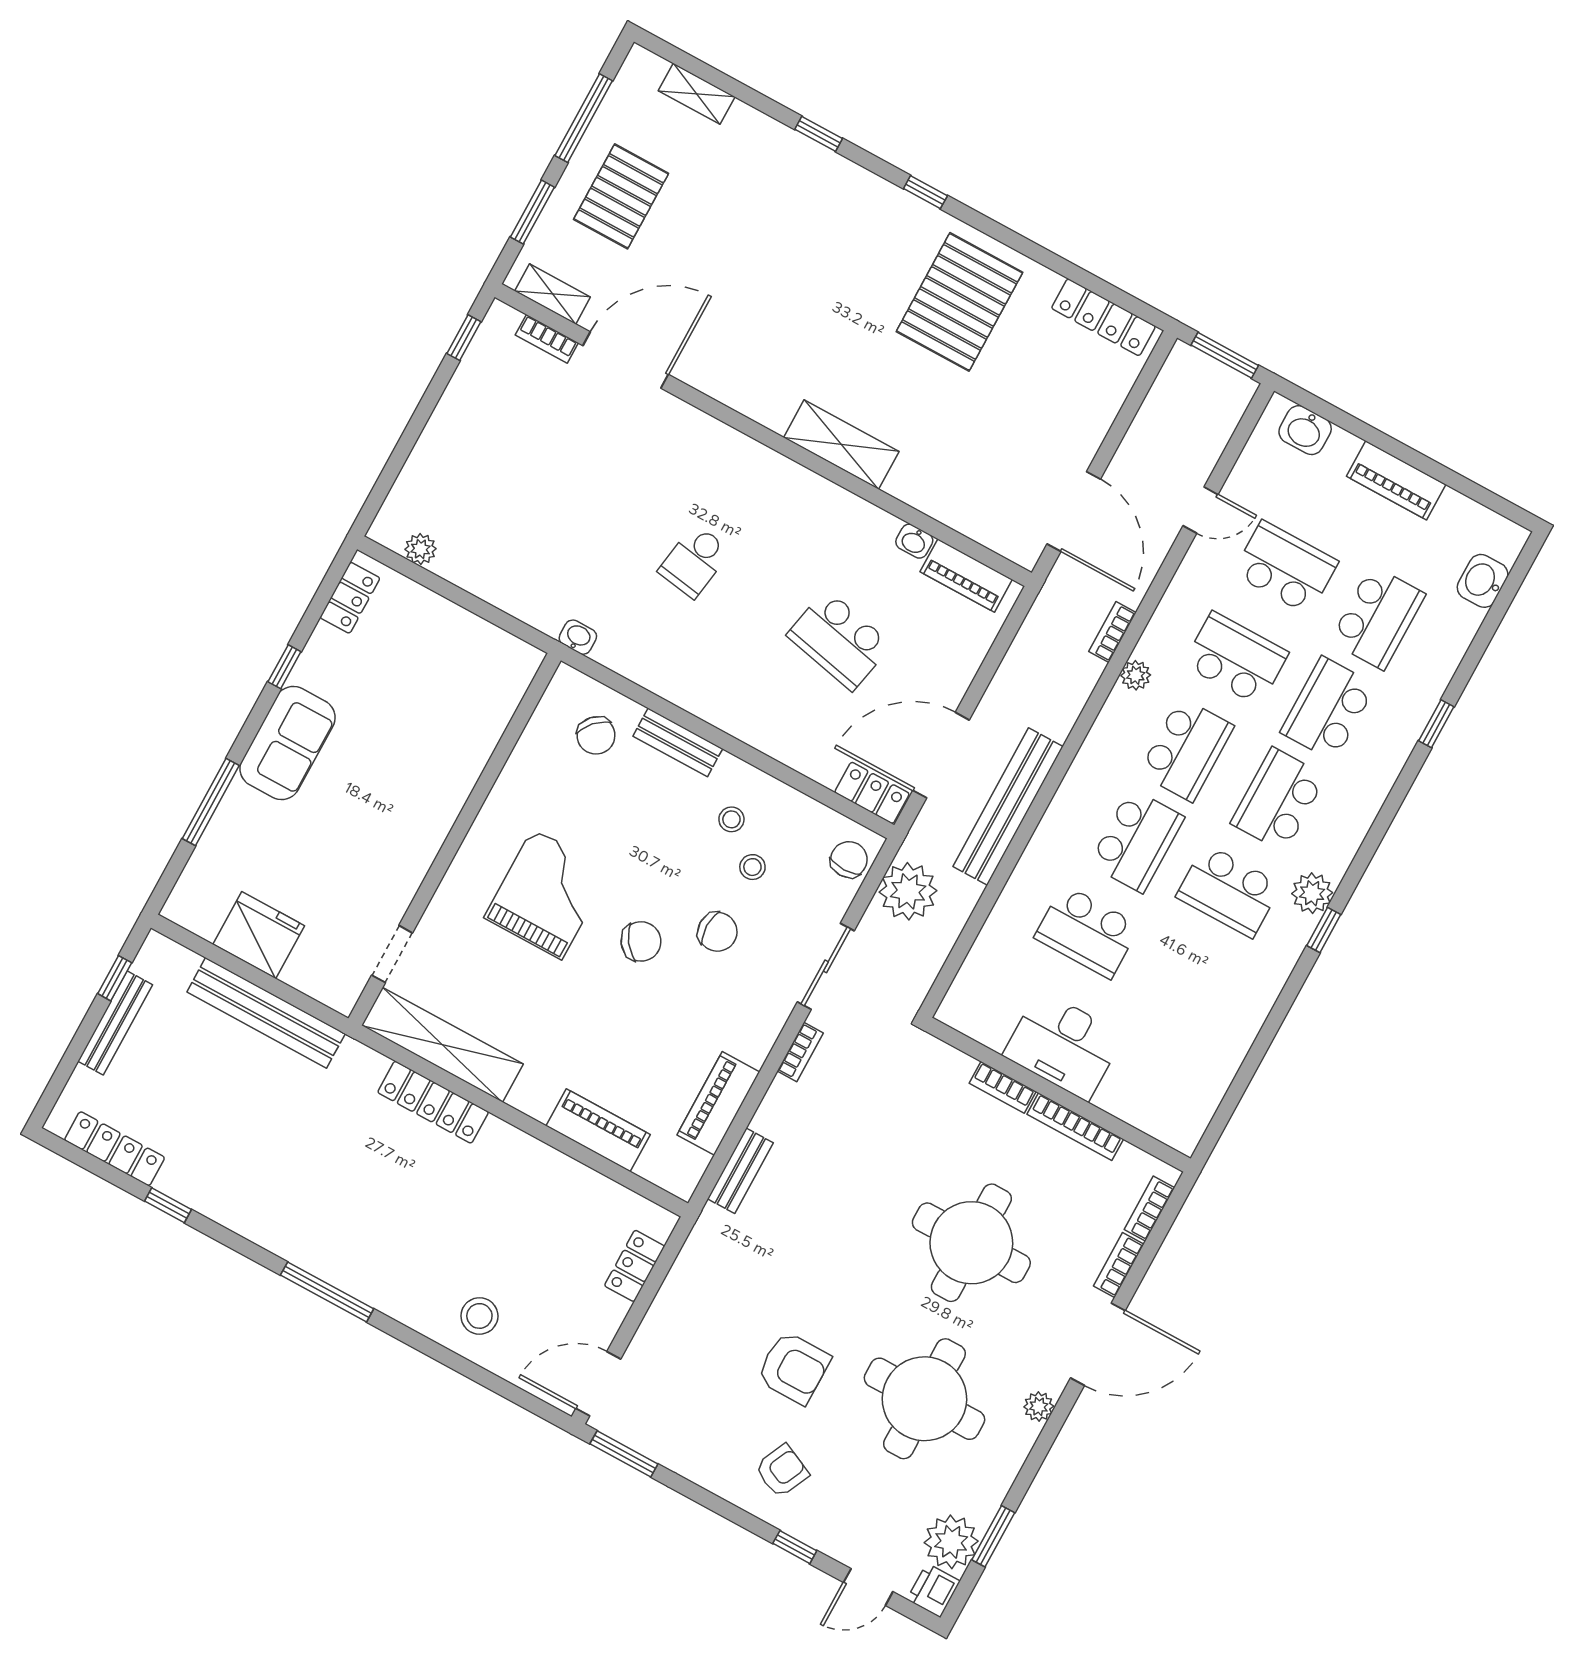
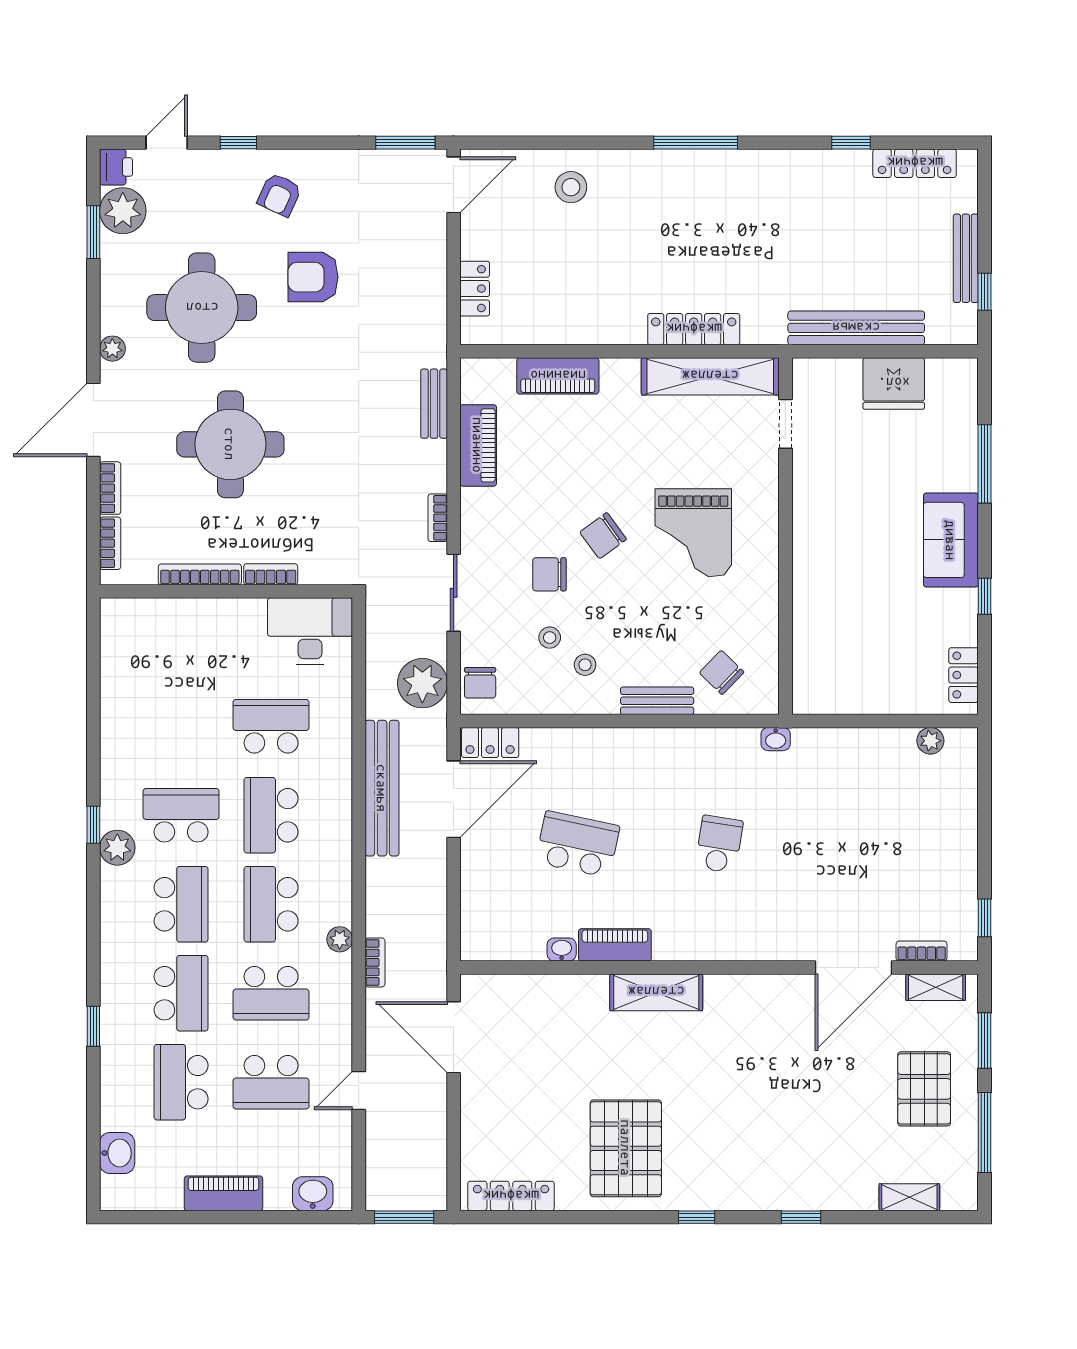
piano: (966, 576) -> (615, 945), moved
desk: (1063, 1045) -> (310, 631), moved

